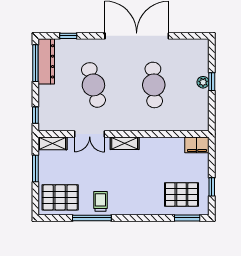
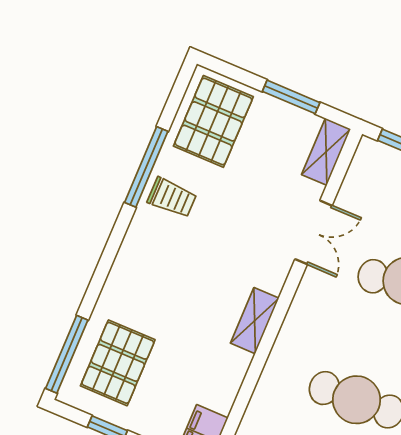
double door: (90, 134) -> (314, 232), swing flipped
shelving: (125, 143) -> (255, 321), moved
window: (187, 218) -> (67, 354), width x1.44

